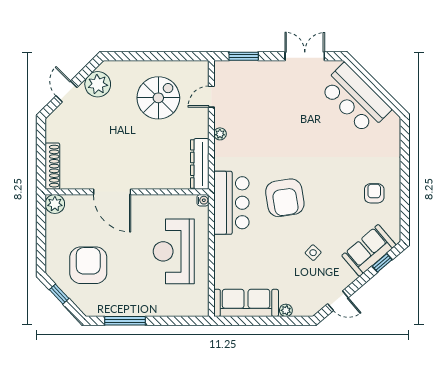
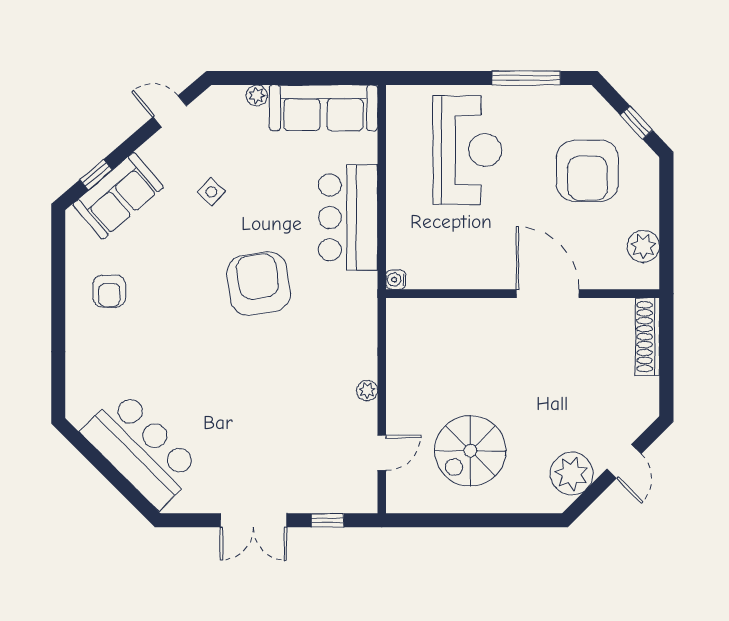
window: (244, 56) -> (327, 520), width x0.67
double door: (305, 56) -> (253, 520), moved
dresser: (200, 164) -> (401, 340), removed
bar counter: (231, 203) -> (348, 217), moved
plant: (55, 204) -> (643, 246), moved
reception desk: (174, 251) -> (467, 150), moved

